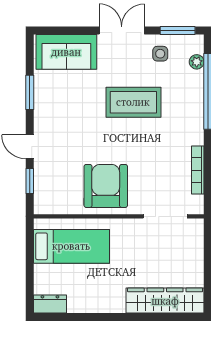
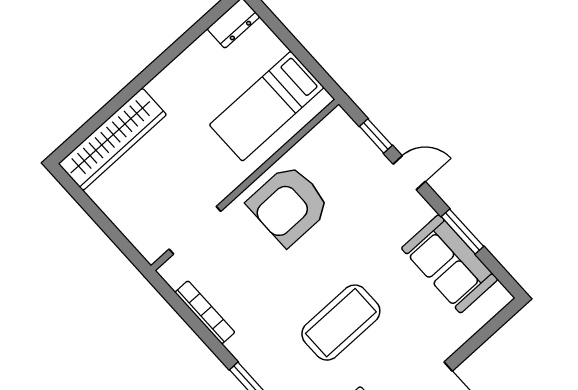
sofa: (66, 52) -> (450, 264), moved, turned -90
armchair: (106, 186) -> (289, 205), turned 90

